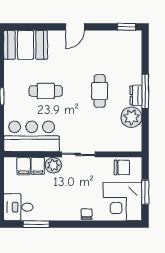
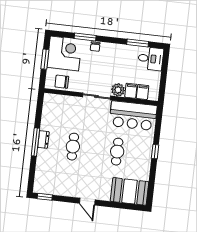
door: (75, 27) -> (87, 202), swing flipped
cafe table: (46, 91) -> (117, 152), turned 90
plant: (131, 117) -> (49, 122), removed
window: (100, 224) -> (85, 37), added

